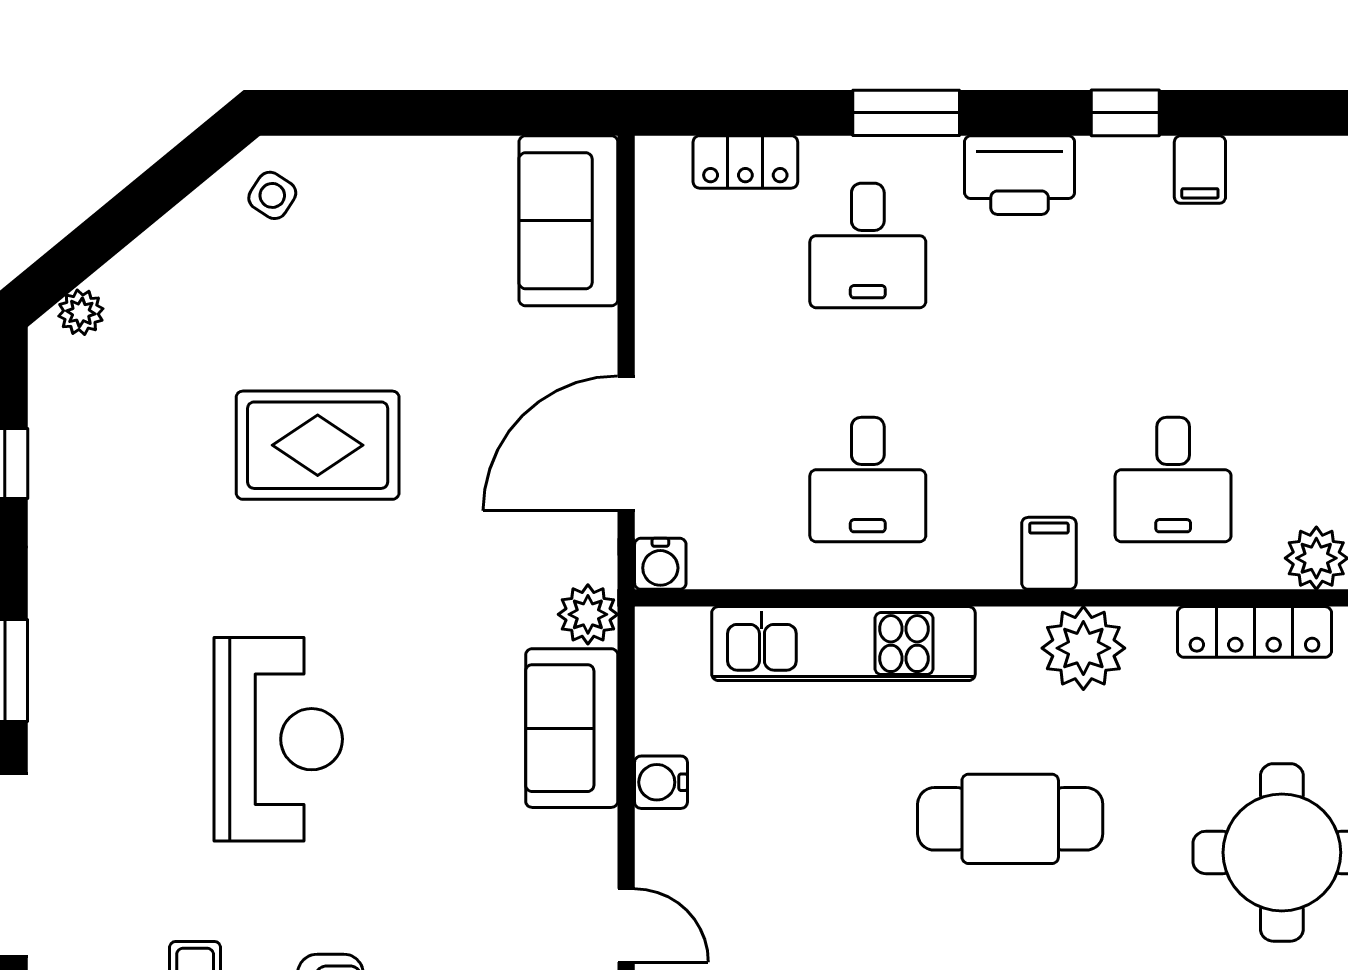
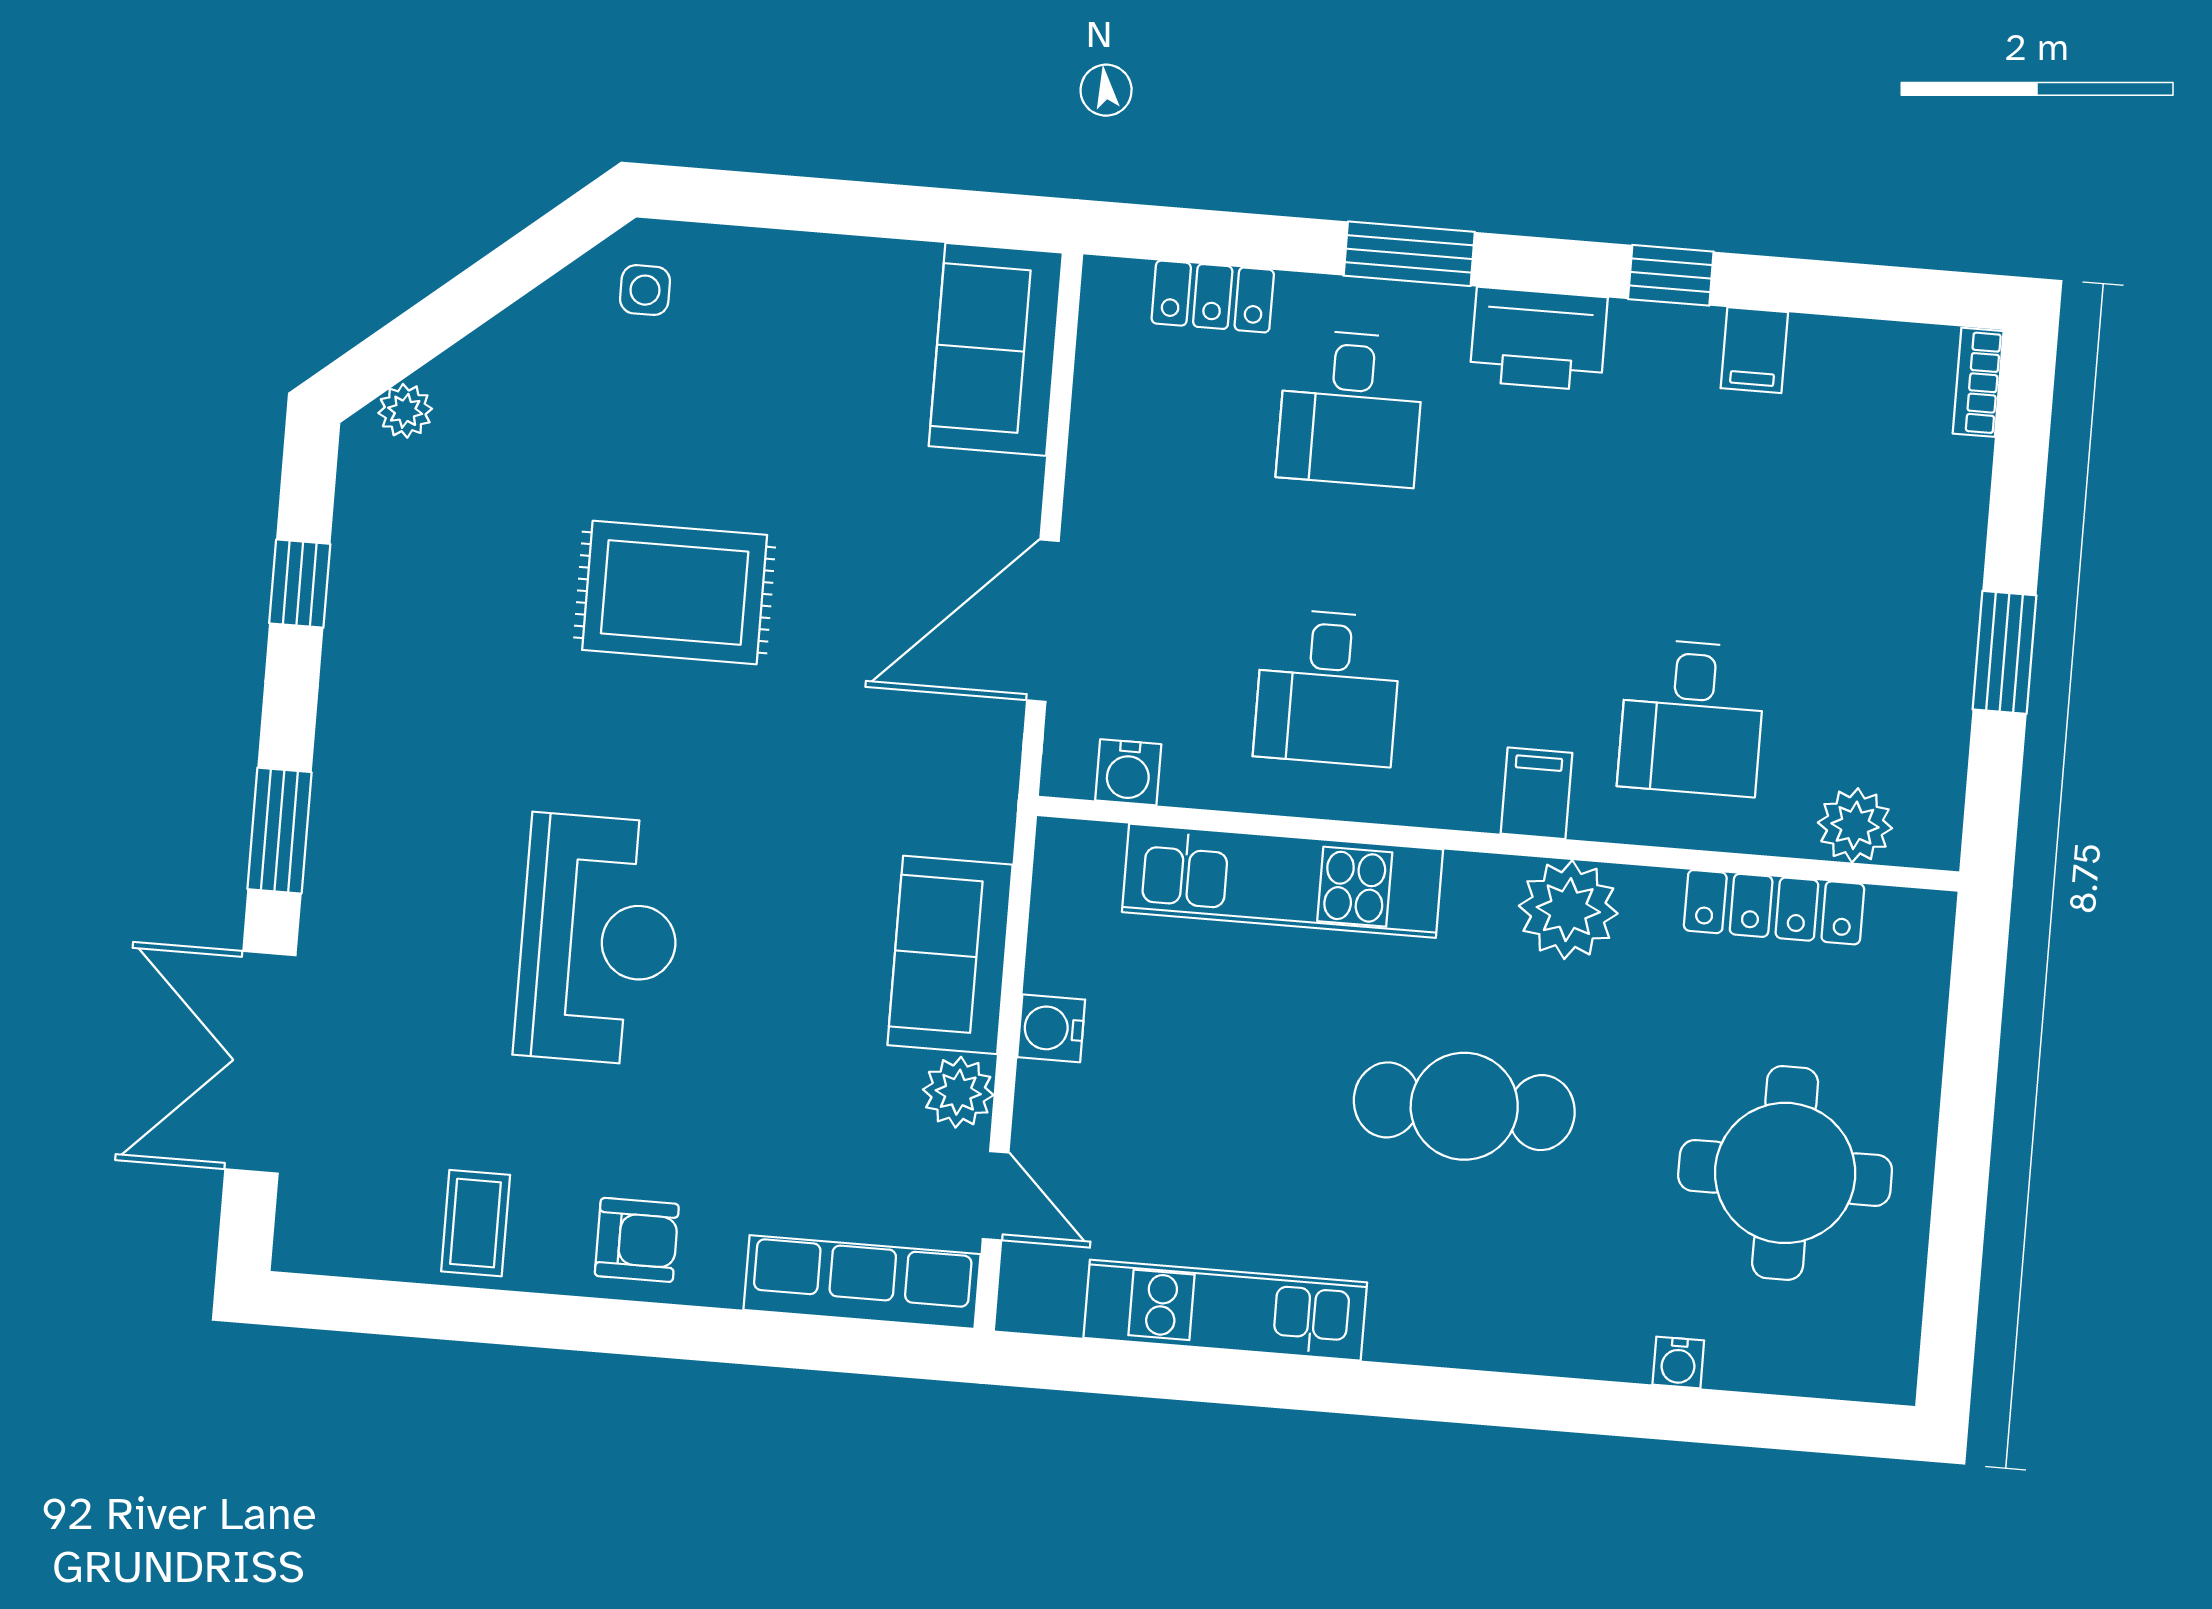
side table: (272, 195) -> (645, 290), turned -33
water cooler: (660, 564) -> (1128, 772), moved
plant: (588, 614) -> (958, 1092), moved

